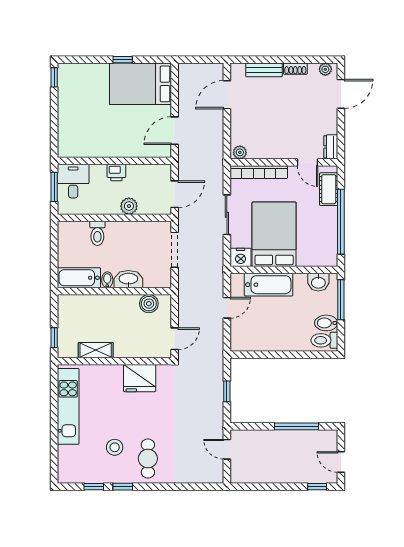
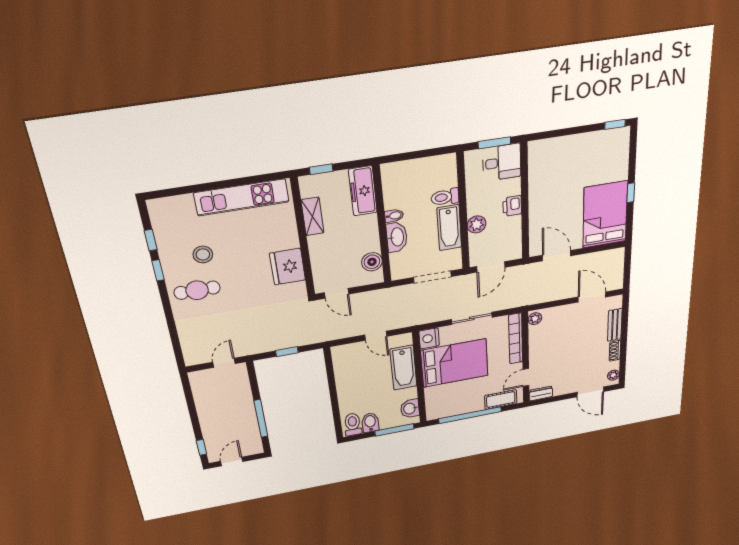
door: (175, 194) -> (491, 267), hinge flipped
bathtub: (79, 278) -> (449, 228), moved, turned 180
freezer: (79, 305) -> (363, 191), added

